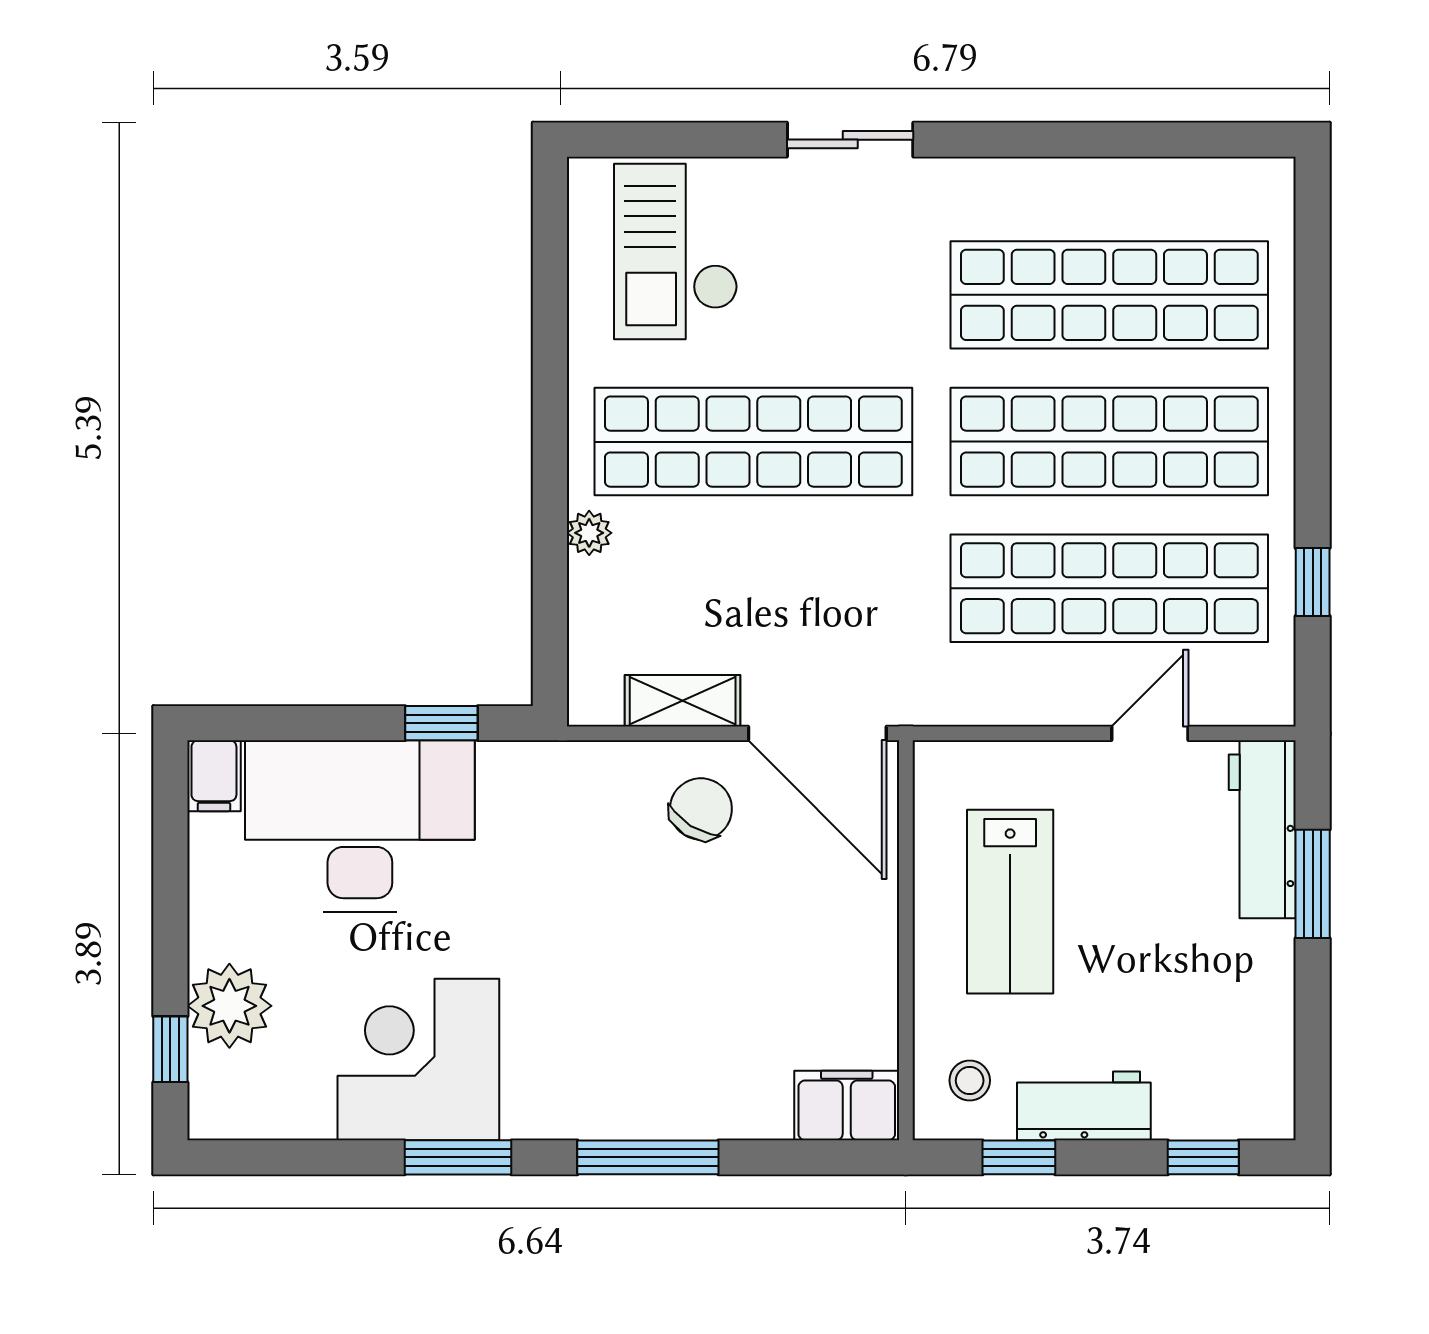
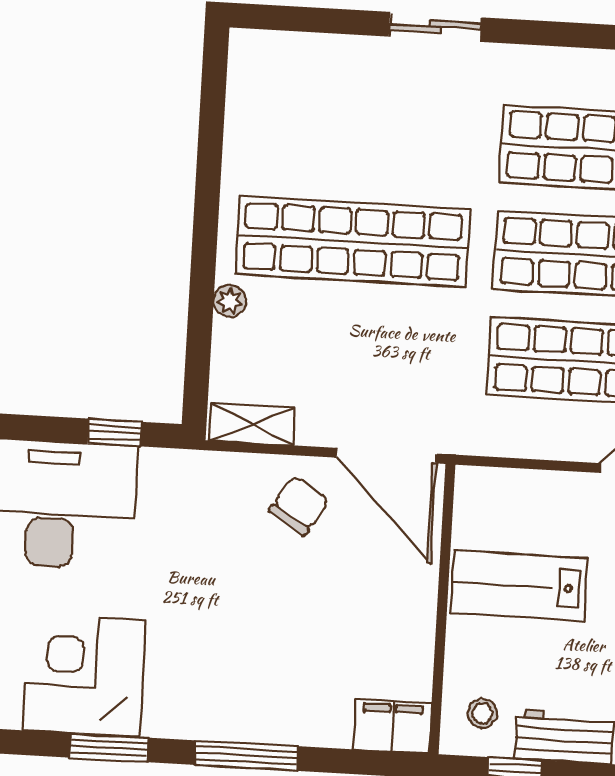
checkout: (676, 252) -> (304, 101), removed
shelving: (683, 701) -> (252, 424), moved
lab bench: (1010, 902) -> (519, 586), turned 90

